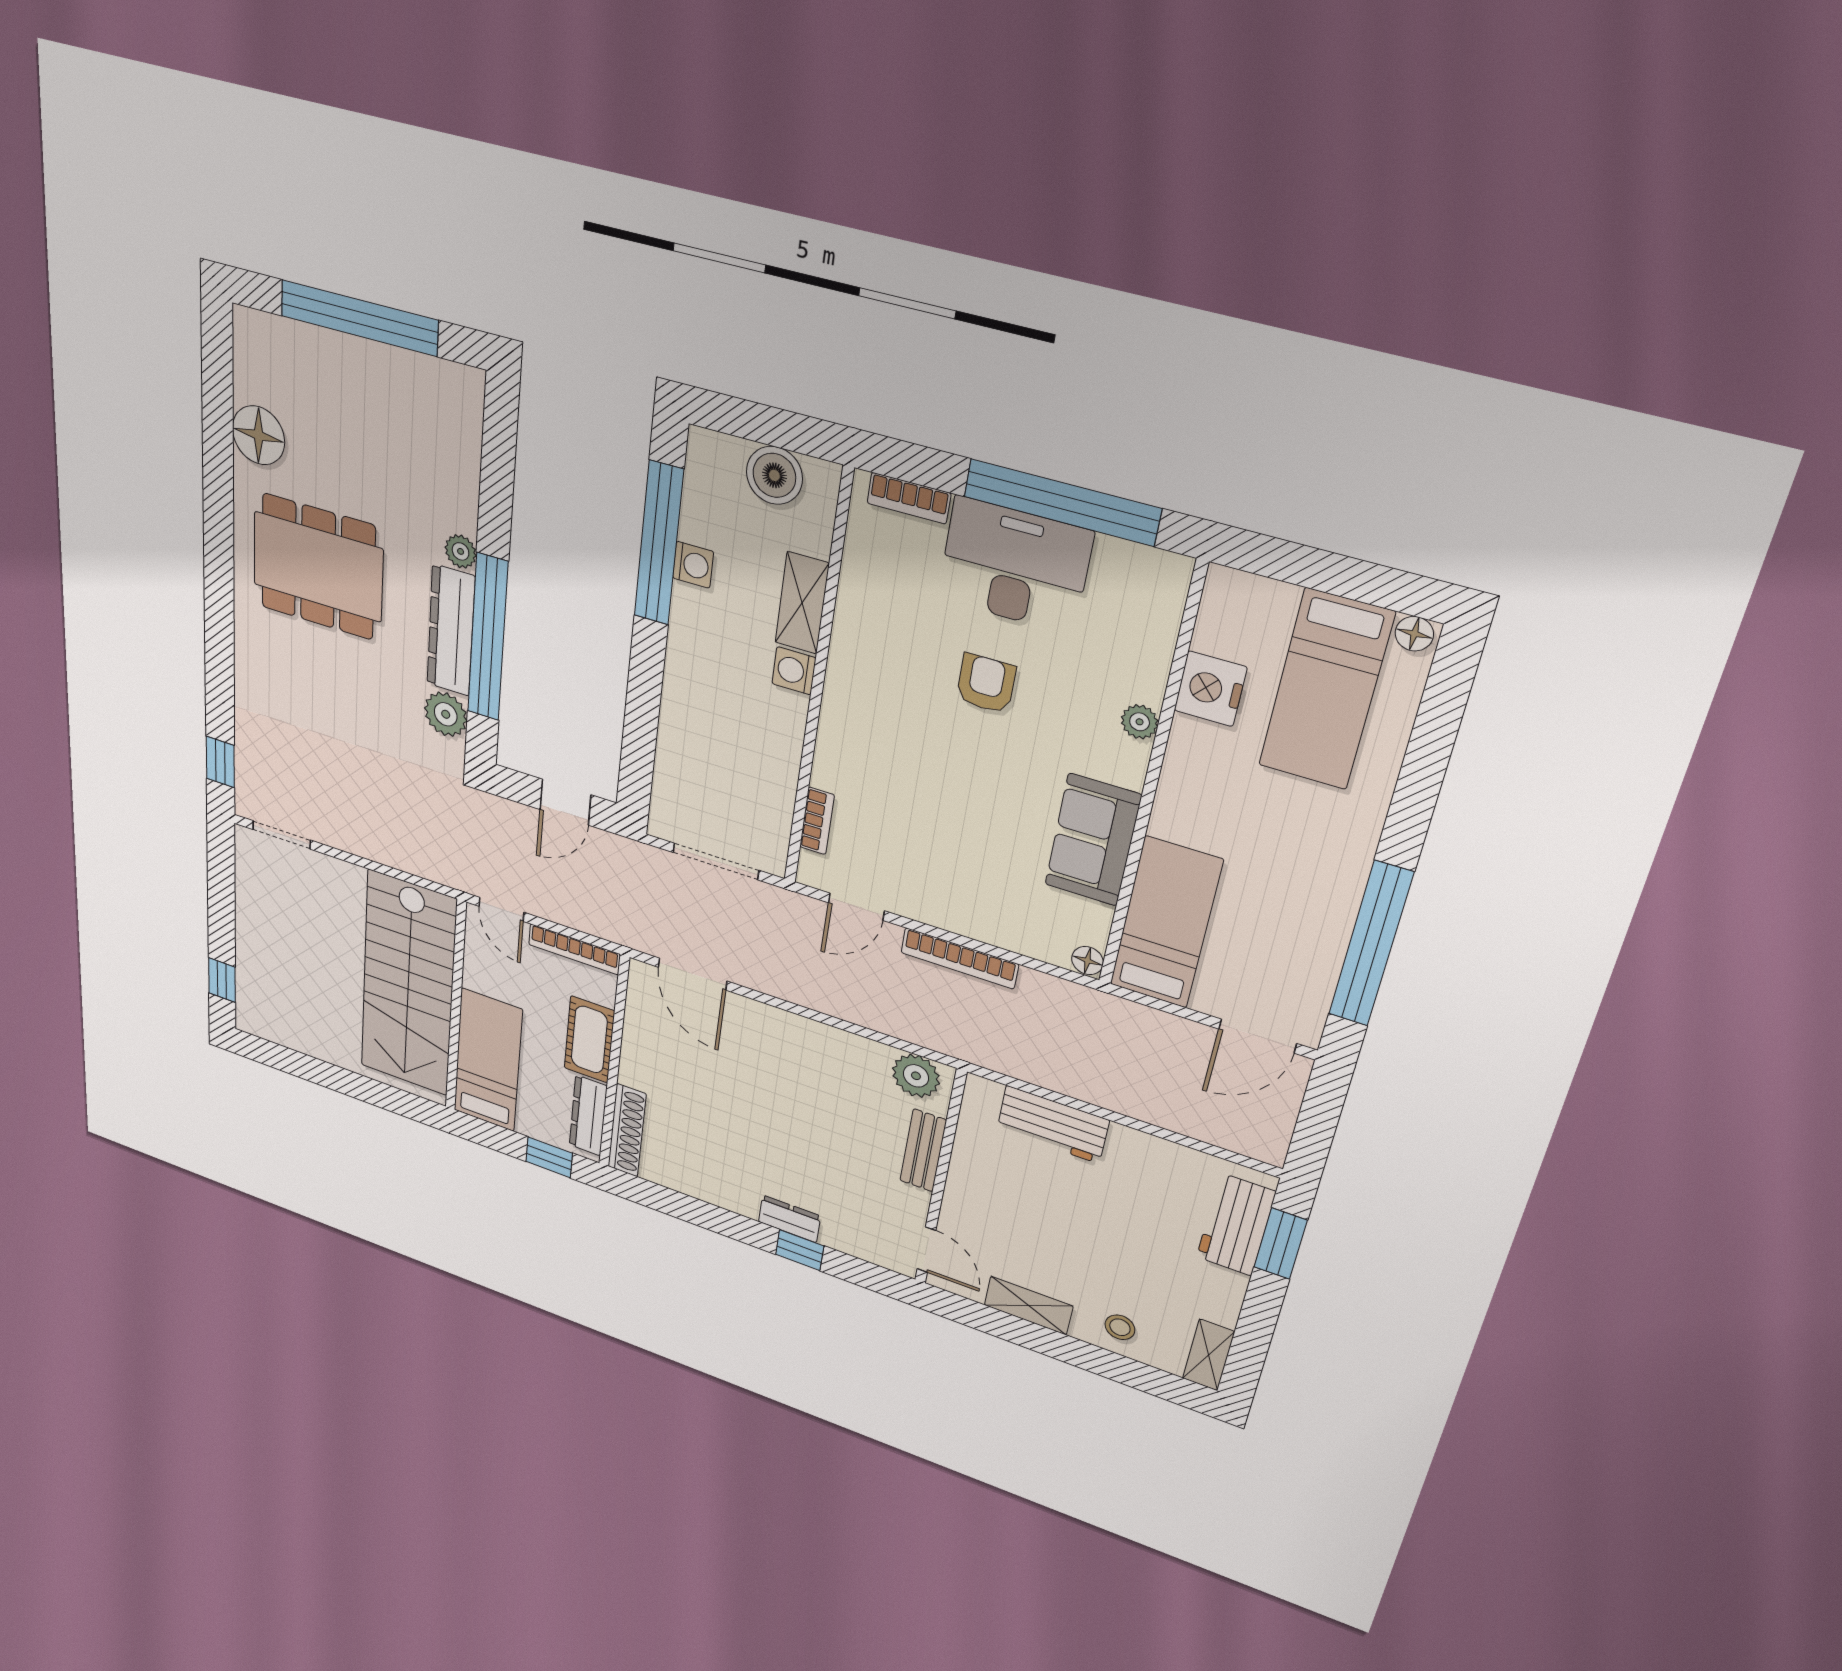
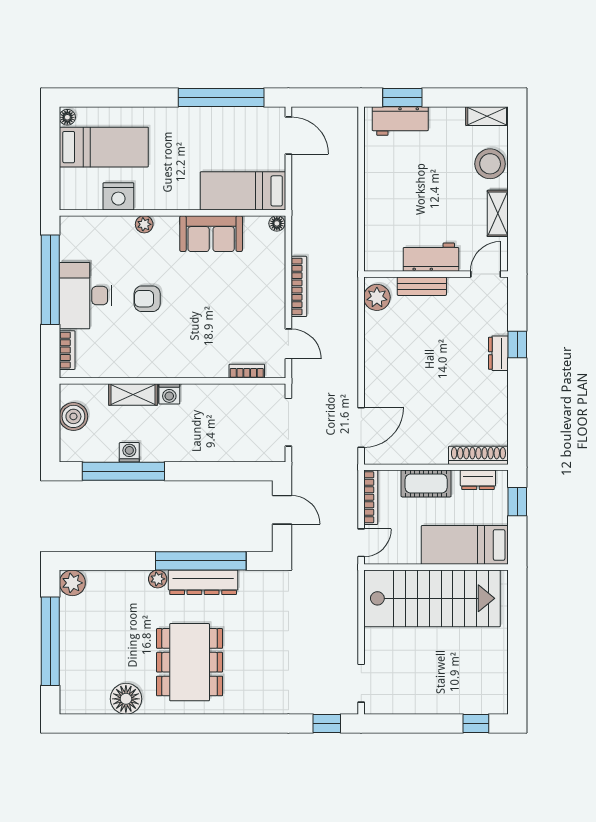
plant: (446, 714) -> (72, 583), moved
dresser: (588, 1116) -> (478, 480), width x0.70
workbench: (1053, 1124) -> (431, 257), moved, turned -90
stool: (1120, 1327) -> (490, 164), width x1.89, depth x1.89

